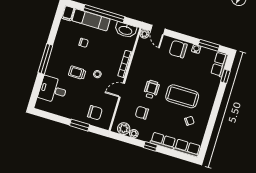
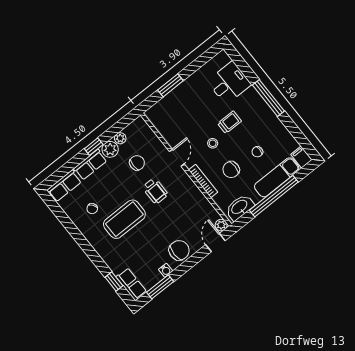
door: (158, 30) -> (215, 243), hinge flipped
chair: (95, 113) -> (231, 170), moved
plant: (124, 129) -> (110, 149), moved

